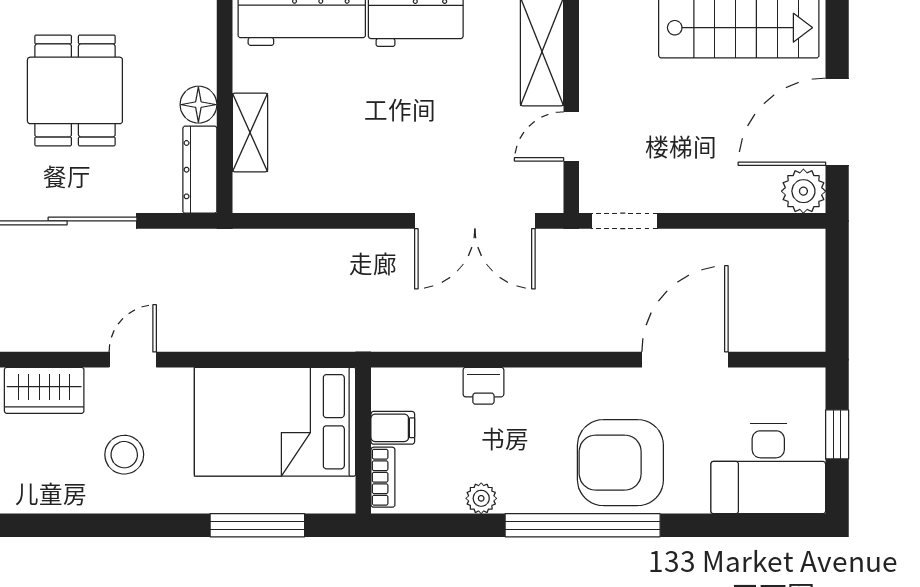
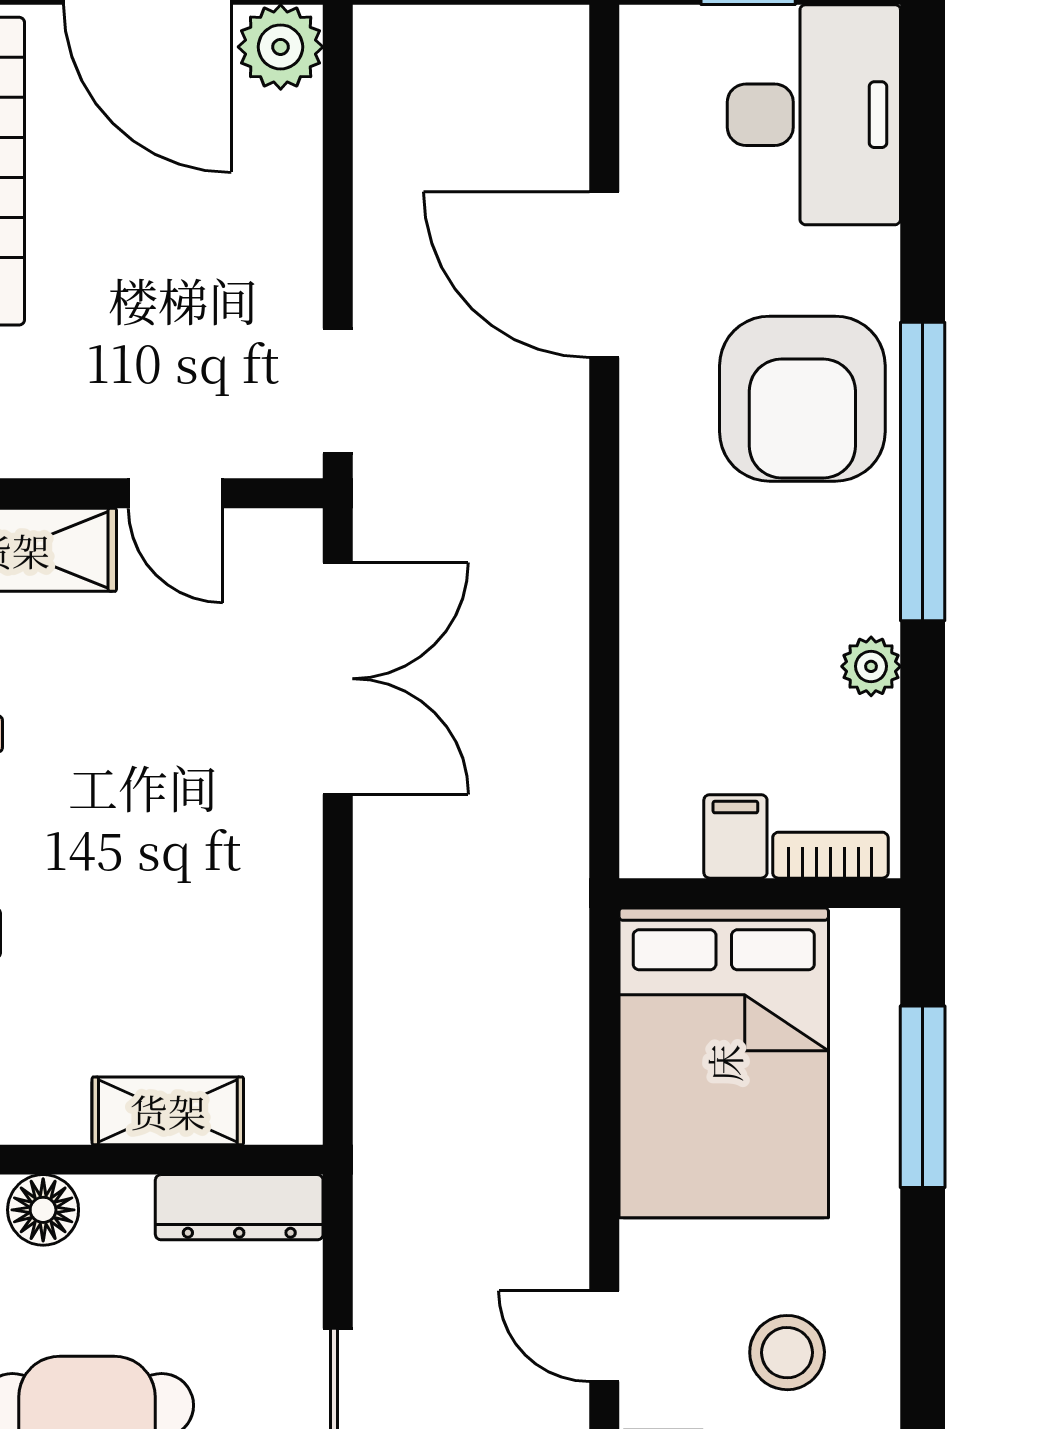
floor lamp: (198, 105) -> (43, 1210), moved
printer: (483, 386) -> (655, 662), removed

